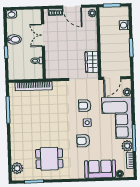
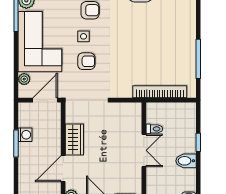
washing machine: (124, 25) -> (25, 135), moved
door: (98, 31) -> (63, 169), added
double door: (43, 35) -> (144, 150), moved
wardrobe: (92, 62) -> (74, 140), moved

